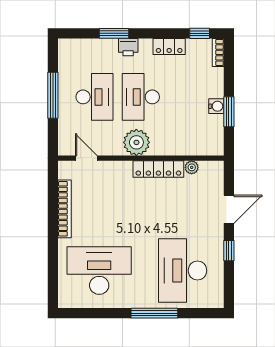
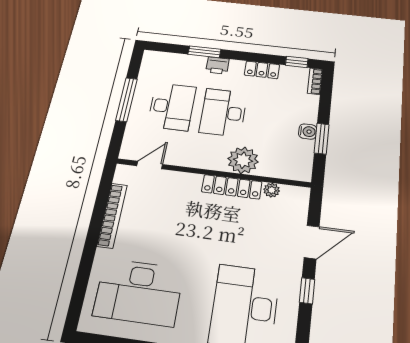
plant: (136, 142) -> (243, 160), moved
door: (86, 158) -> (150, 165), hinge flipped
desk: (99, 271) -> (139, 292), turned 180

